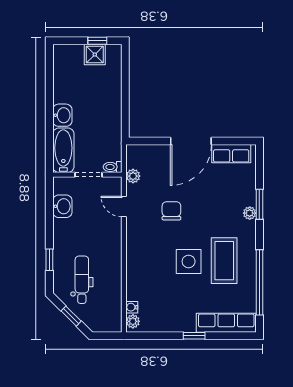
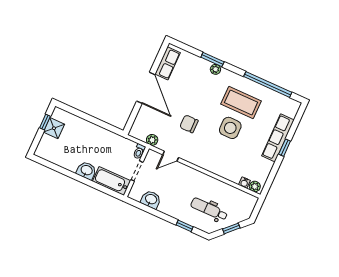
row of seats: (226, 323) -> (278, 138), moved

